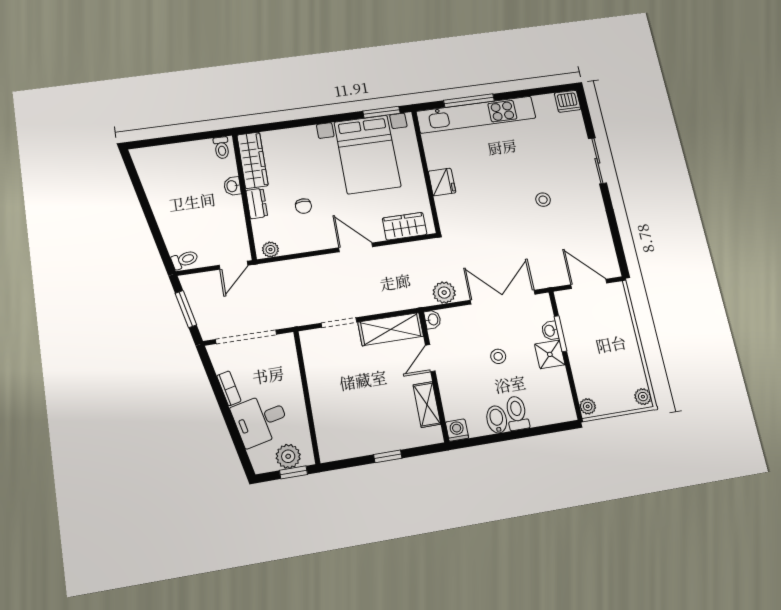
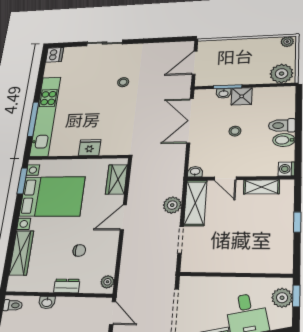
wardrobe: (252, 160) -> (21, 253), moved, turned 90
plant: (444, 293) -> (172, 205), moved
plant: (588, 406) -> (282, 74), width x1.87, depth x1.87

